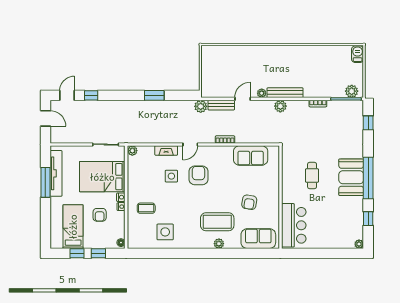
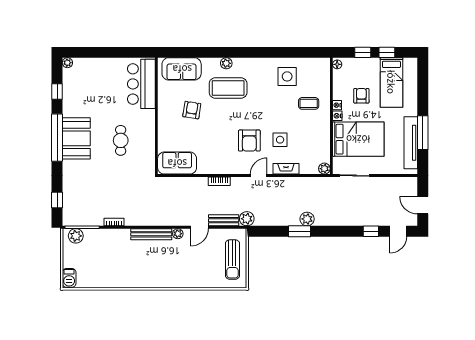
sun lounger: (213, 70) -> (232, 260), added
plant: (280, 106) -> (307, 219), moved
sofa: (251, 155) -> (177, 163), moved

